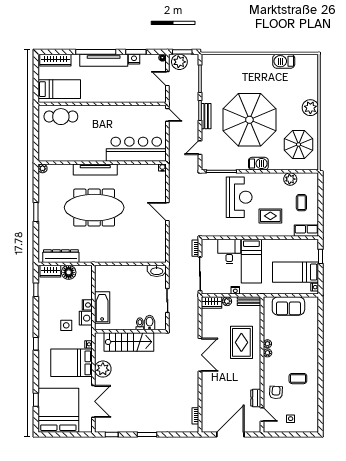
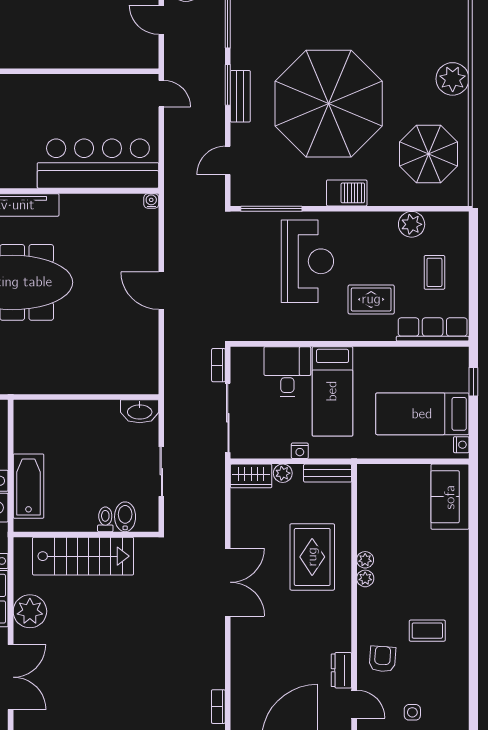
row of seats: (306, 231) -> (433, 329), width x1.48
sofa: (288, 306) -> (450, 497), moved, turned 90

